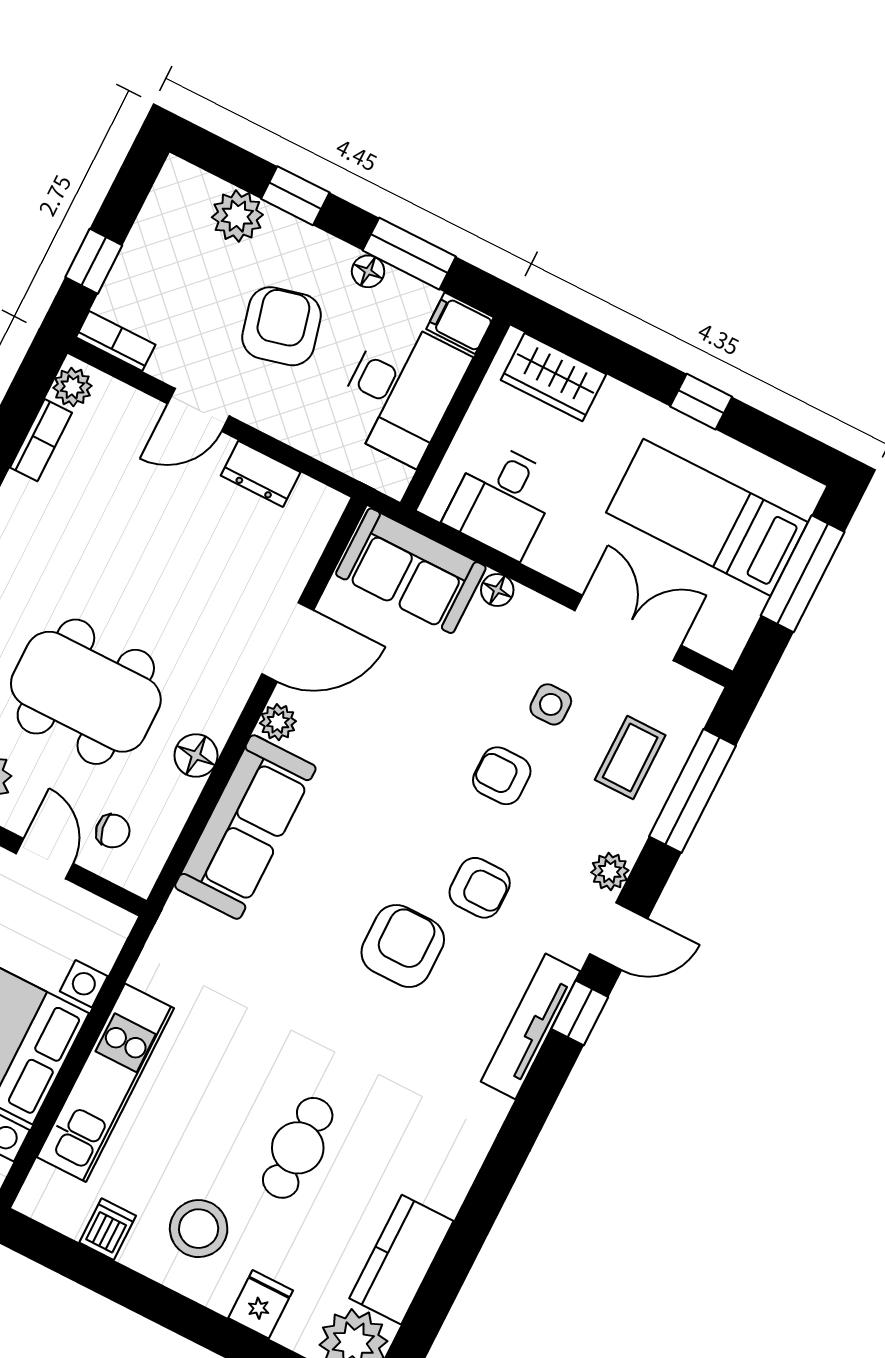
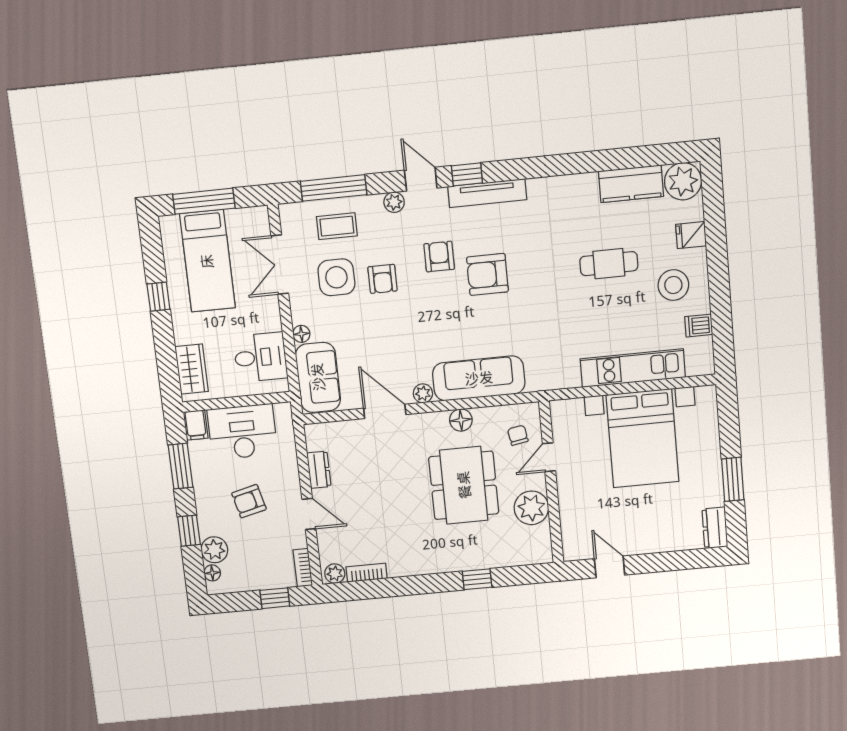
floor lamp: (368, 271) -> (212, 573), moved
armchair: (281, 326) -> (249, 501), width x0.72, depth x0.72
side table: (551, 704) -> (336, 277), width x1.87, depth x1.87

